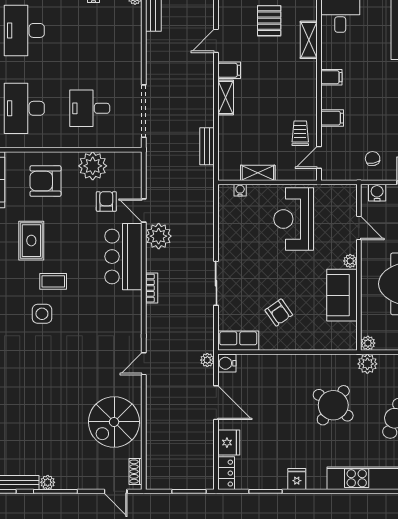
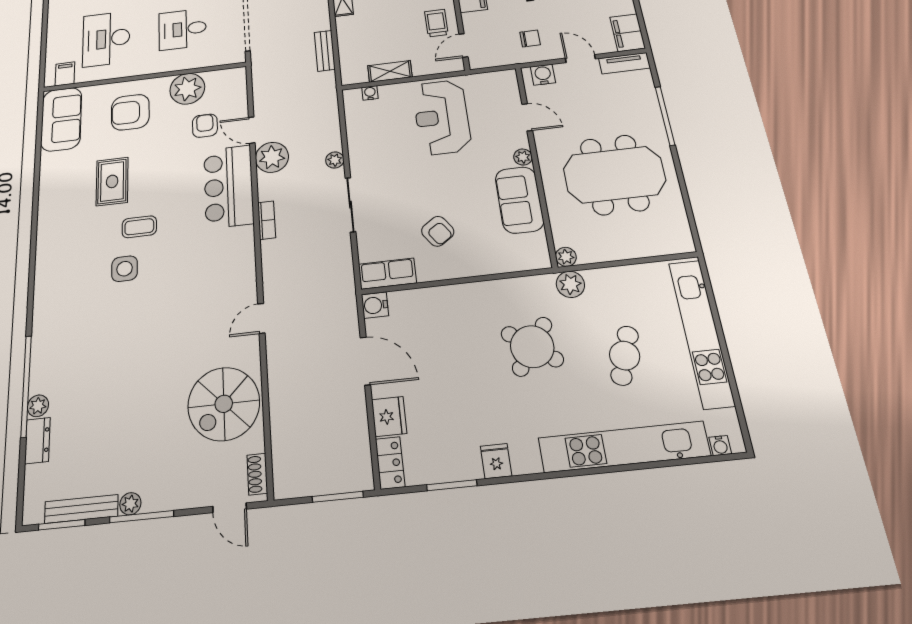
chair: (373, 159) -> (530, 39), turned 100
plant: (207, 360) -> (335, 160), moved

